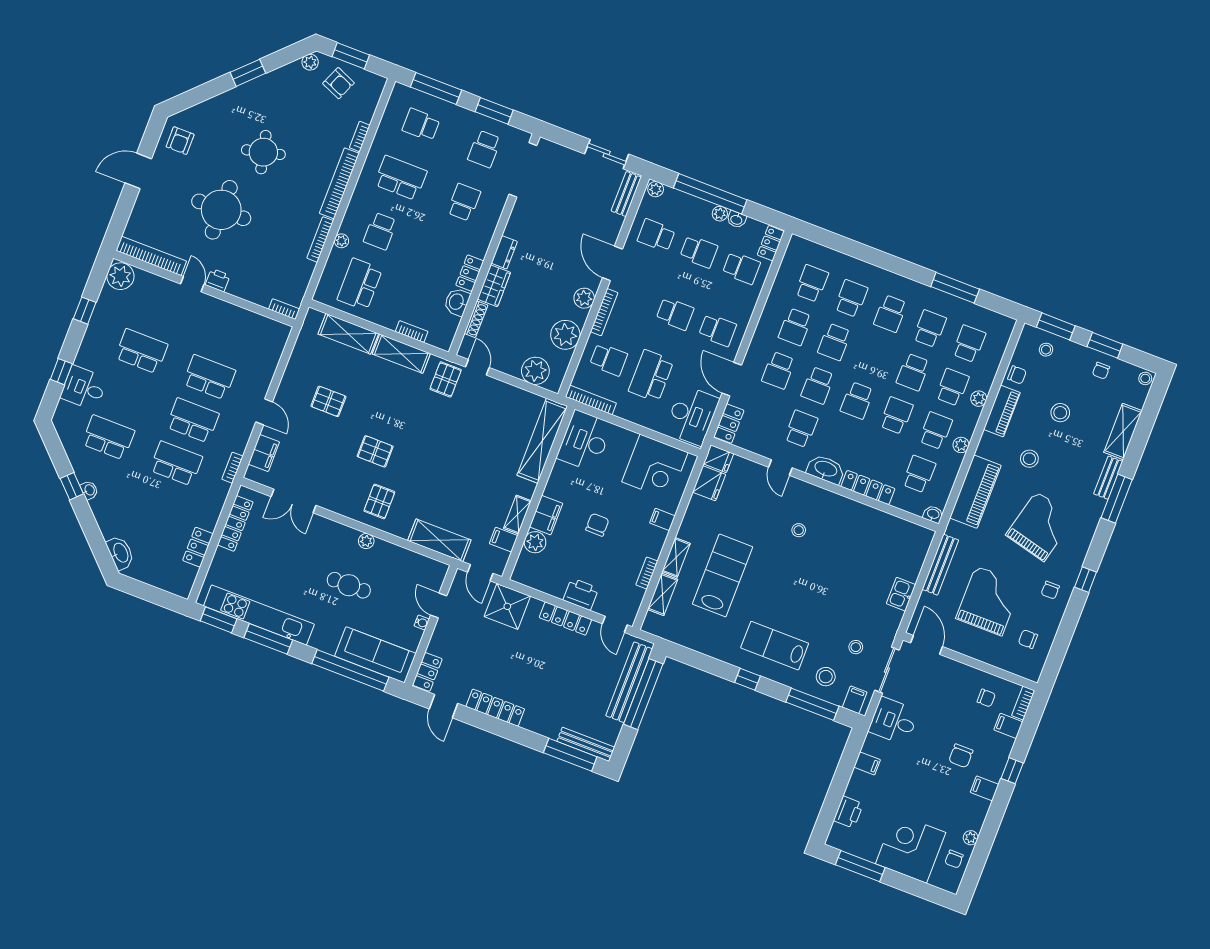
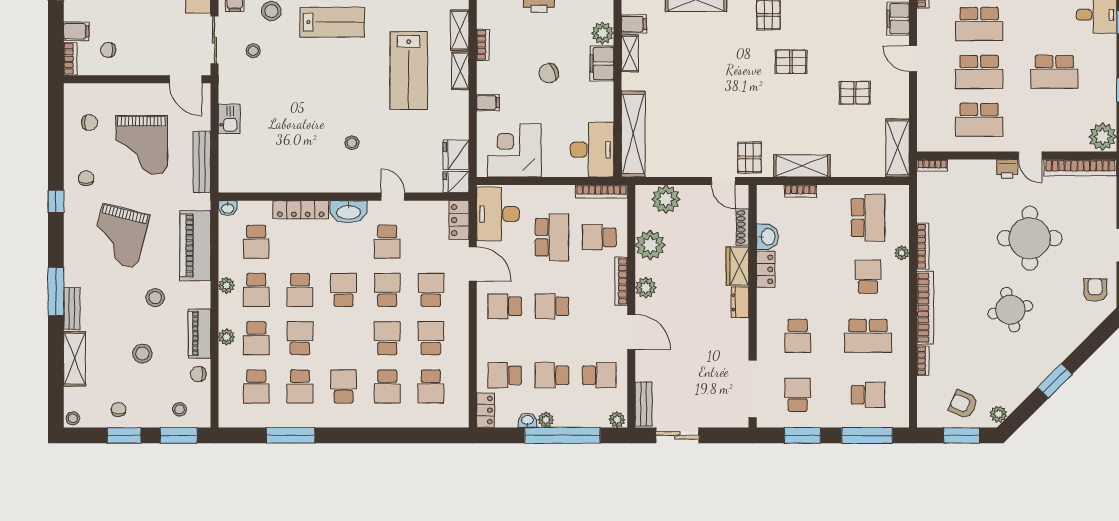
school desk: (226, 334) -> (979, 120), added
shelving: (348, 334) -> (897, 148), moved, turned 90
chair: (597, 525) -> (549, 73), turned 69

